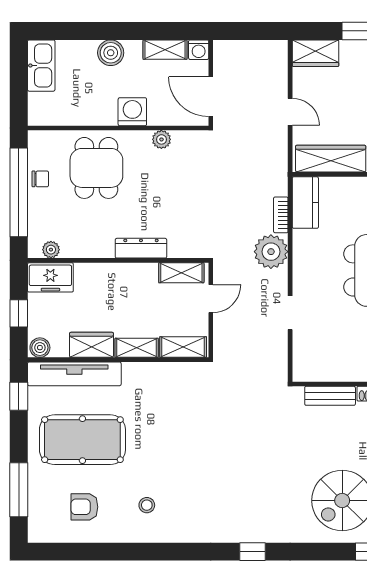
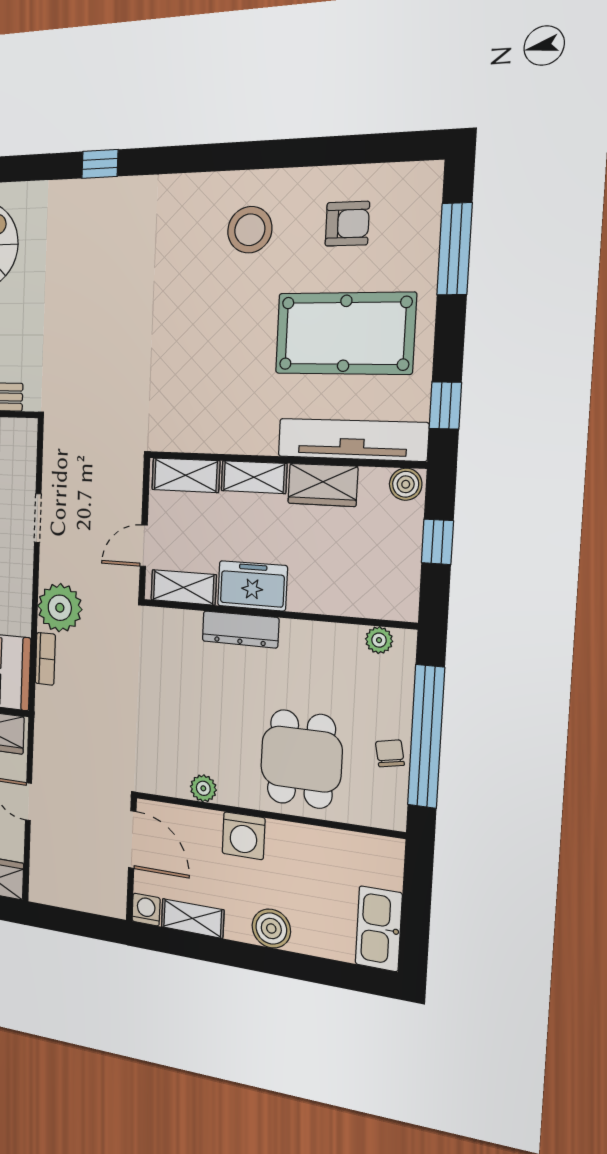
chair: (40, 179) -> (390, 753), turned 79
freezer: (50, 277) -> (252, 586), moved
stool: (147, 505) -> (250, 230), width x1.89, depth x1.89

